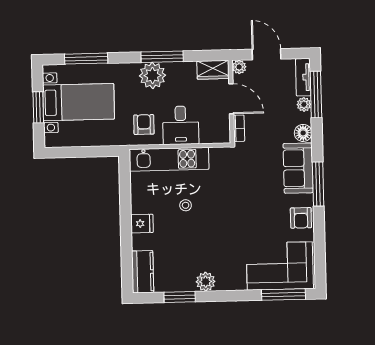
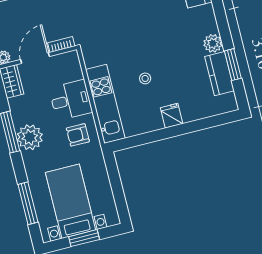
kitchen counter: (143, 272) -> (220, 74), moved, turned -90

